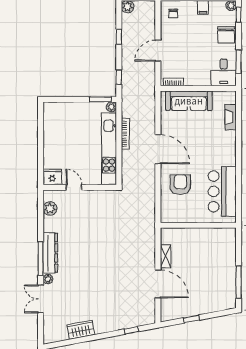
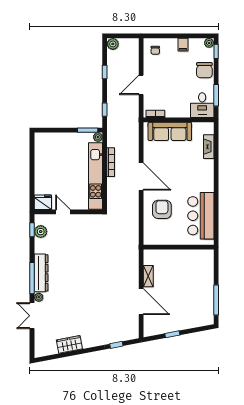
window: (41, 207) -> (32, 230), added

